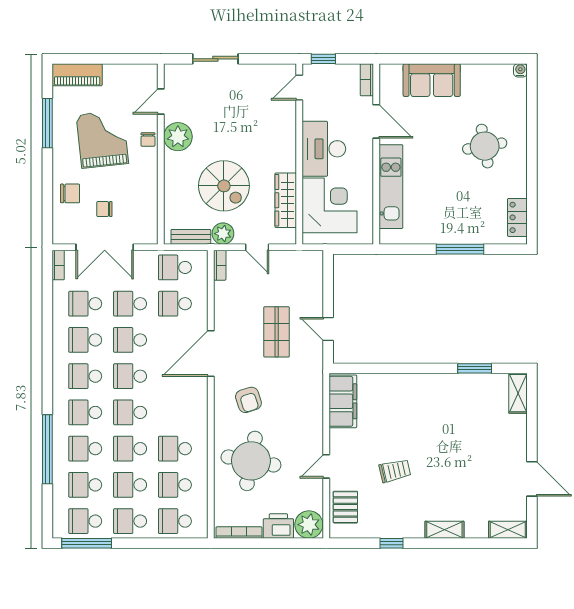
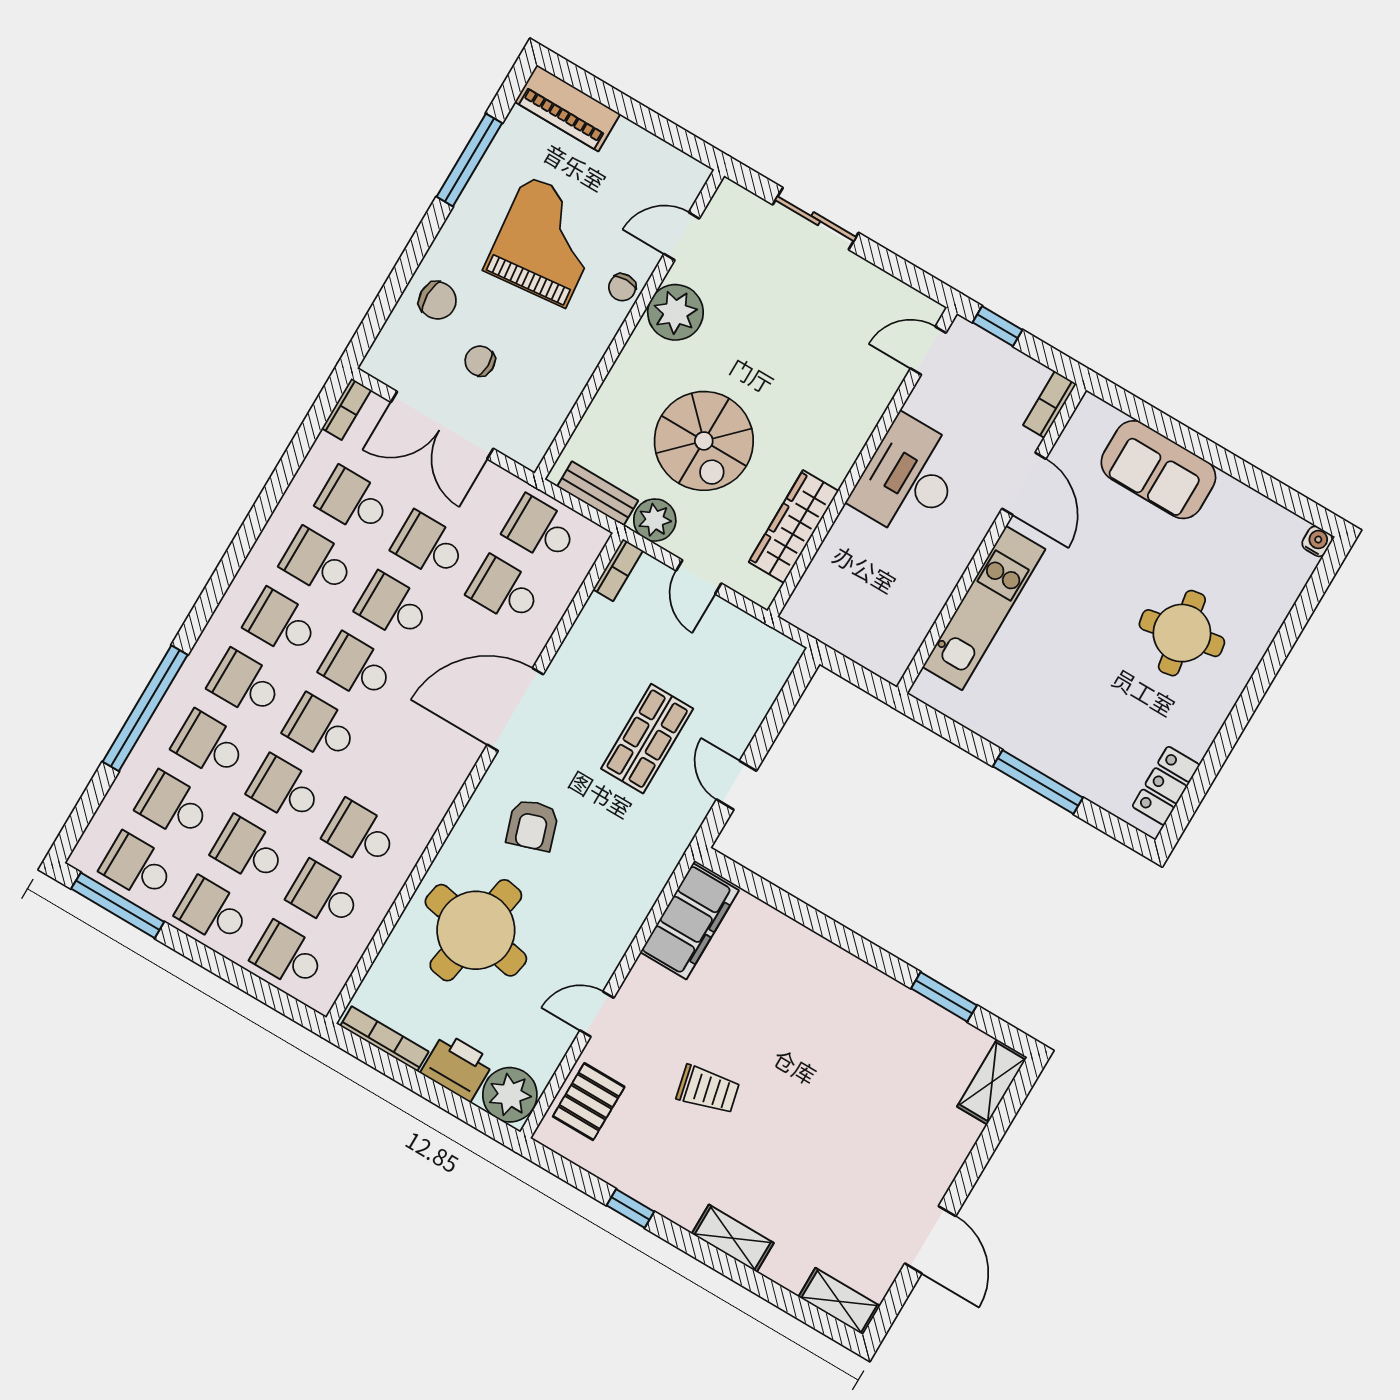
corner desk: (330, 205) -> (862, 579), removed

